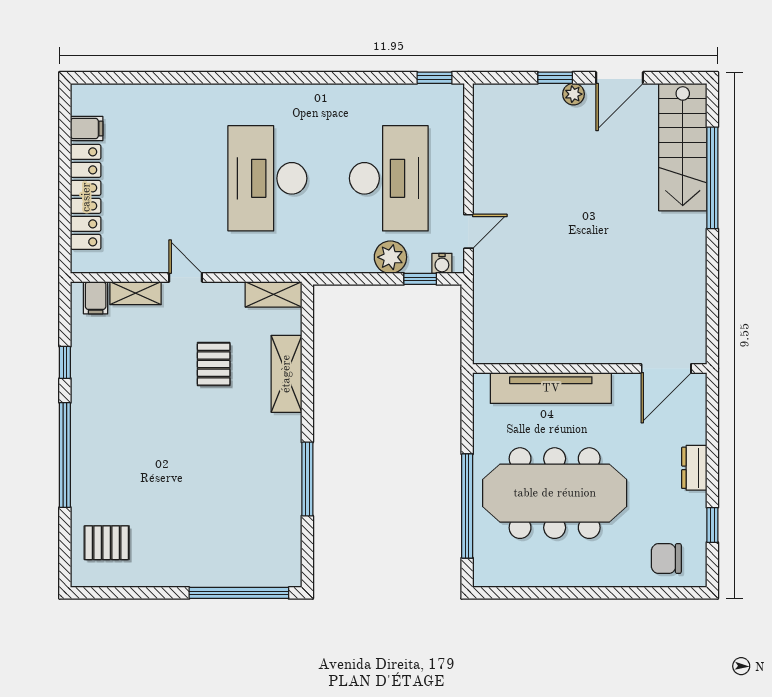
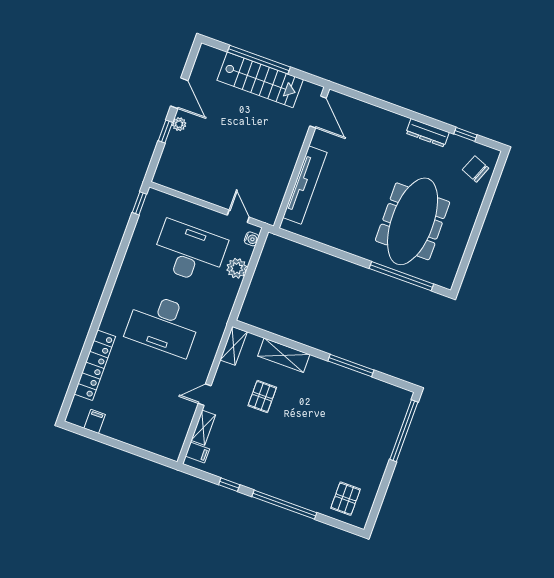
stairs: (683, 147) -> (260, 80), moved
locker: (86, 197) -> (95, 365), moved, turned 90
window: (420, 279) -> (256, 255), removed
pallet: (214, 364) -> (262, 396), turned 90
wall: (590, 368) -> (302, 158), moved
door: (666, 368) -> (318, 112), moved
tv unit: (551, 388) -> (305, 185), moved
dresser: (694, 468) -> (428, 133), width x1.44
chair: (666, 559) -> (476, 169), turned 112

